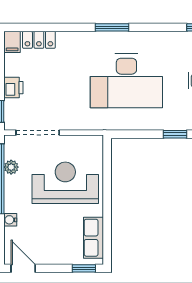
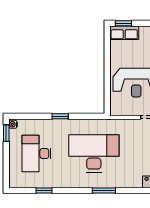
row of seats: (93, 238) -> (124, 33), moved, turned 90

